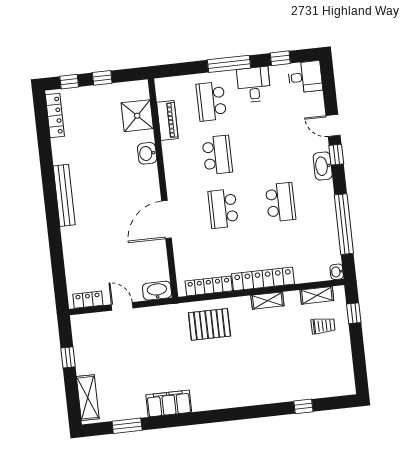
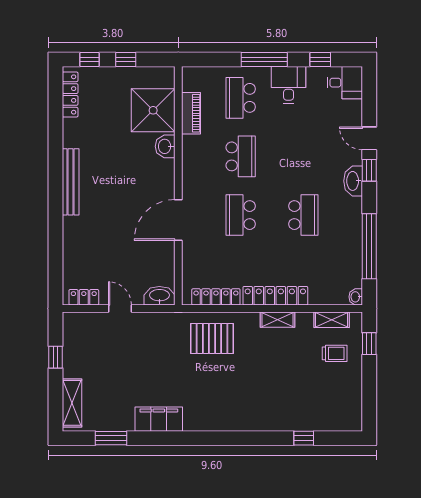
shower: (137, 116) -> (153, 110), width x1.37, depth x1.37

